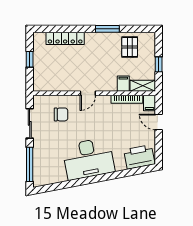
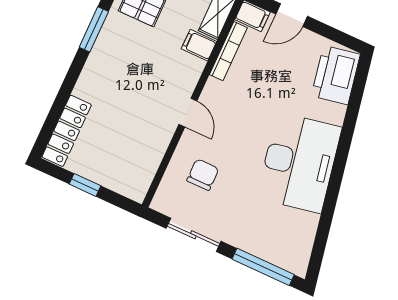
locker: (65, 38) -> (67, 131), moved

